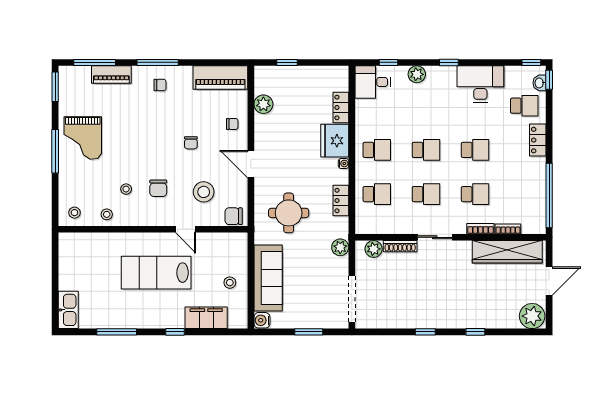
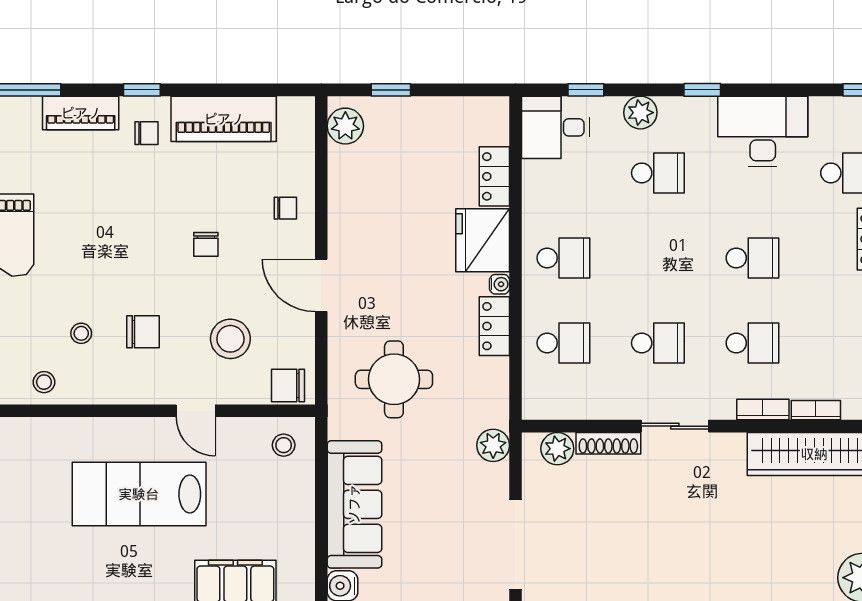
window: (158, 62) -> (142, 90), width x0.46
piano: (111, 74) -> (81, 113), moved
piano: (220, 78) -> (224, 119), moved
plant: (263, 104) -> (345, 126), moved
school desk: (426, 150) -> (658, 173), moved
chair: (158, 188) -> (143, 332), turned -90
locker: (341, 201) -> (494, 326), moved
stool: (230, 283) -> (284, 445), moved

